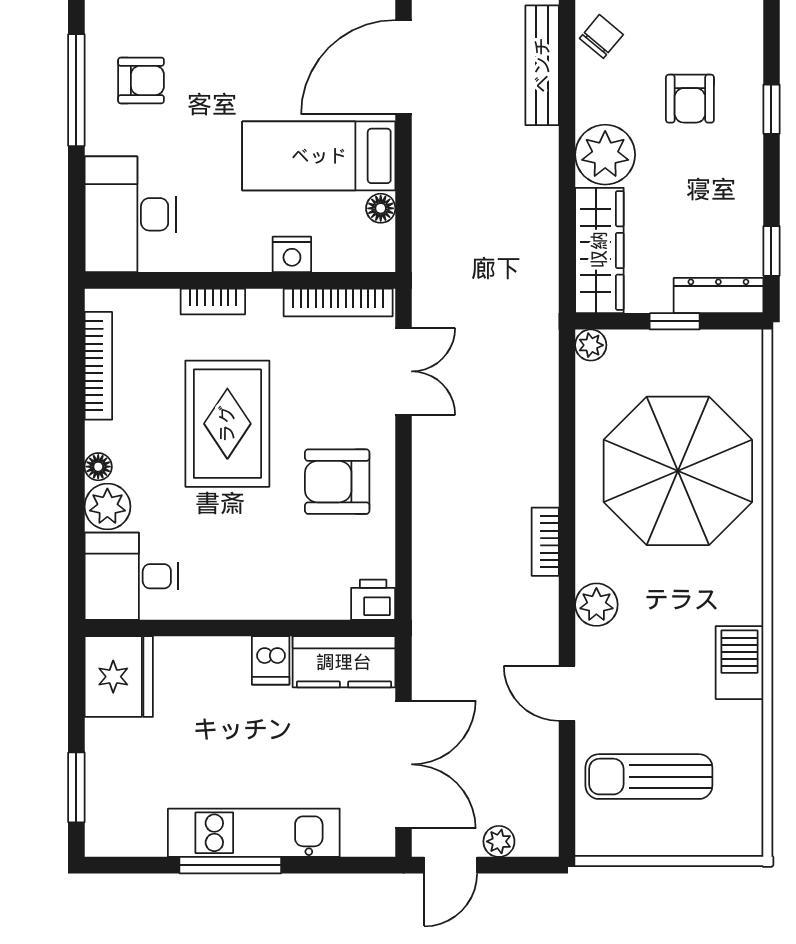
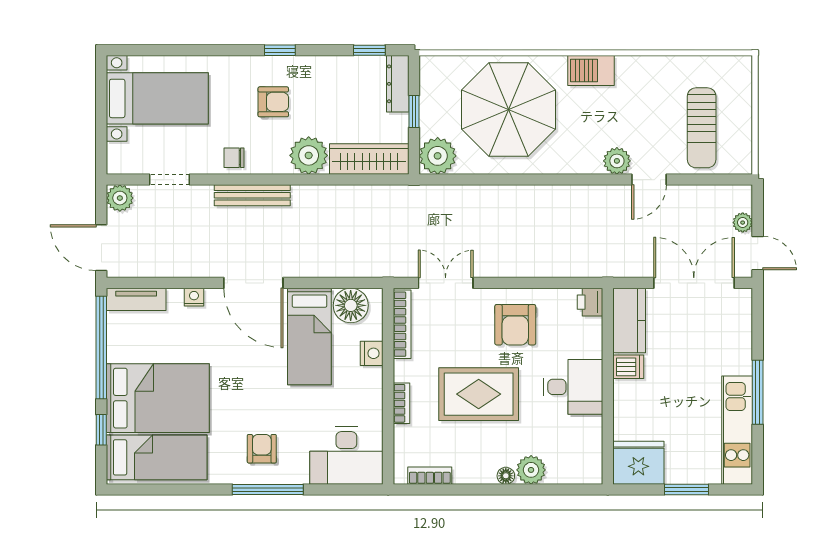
chair: (601, 36) -> (234, 158), turned -40
floor lamp: (381, 208) -> (351, 305), width x1.89, depth x1.89
plant: (591, 345) -> (438, 156), width x1.88, depth x1.88
bookcase: (98, 366) -> (430, 476), width x0.64
bookcase: (545, 542) -> (553, 193), removed
desk: (131, 576) -> (573, 387), moved, turned -90
plant: (596, 605) -> (617, 161), moved
barbecue: (739, 663) -> (591, 71), moved
window: (76, 787) -> (687, 490), moved
kitchen unit: (254, 833) -> (737, 430), moved

